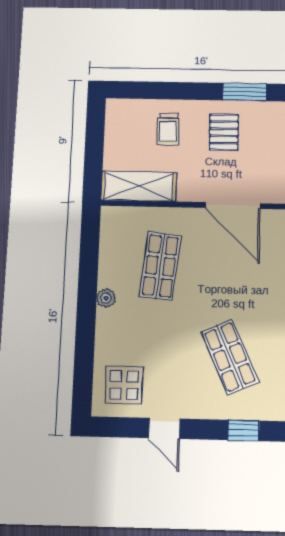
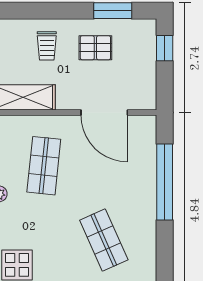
pallet: (224, 132) -> (95, 48), turned 90

